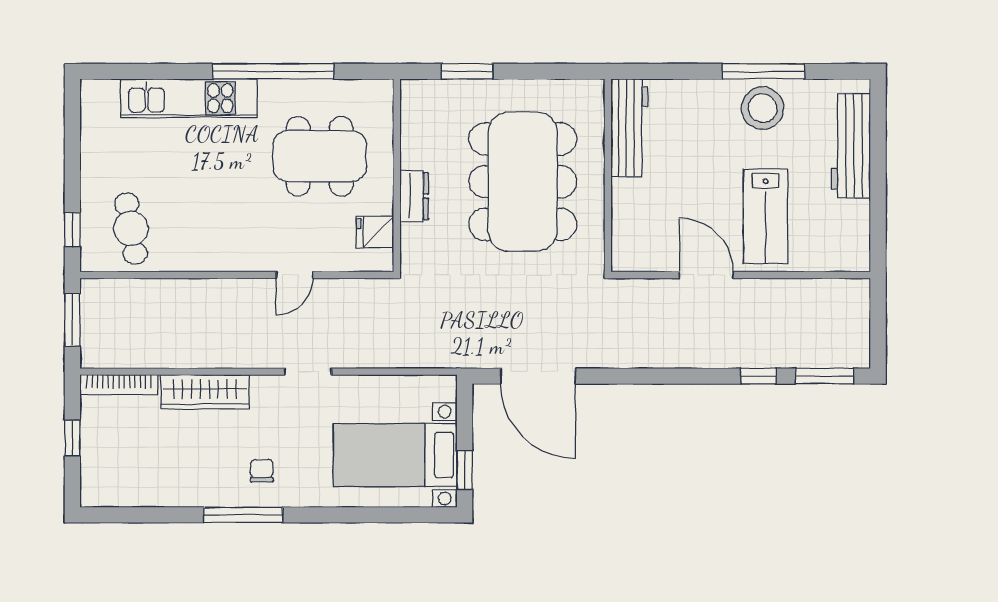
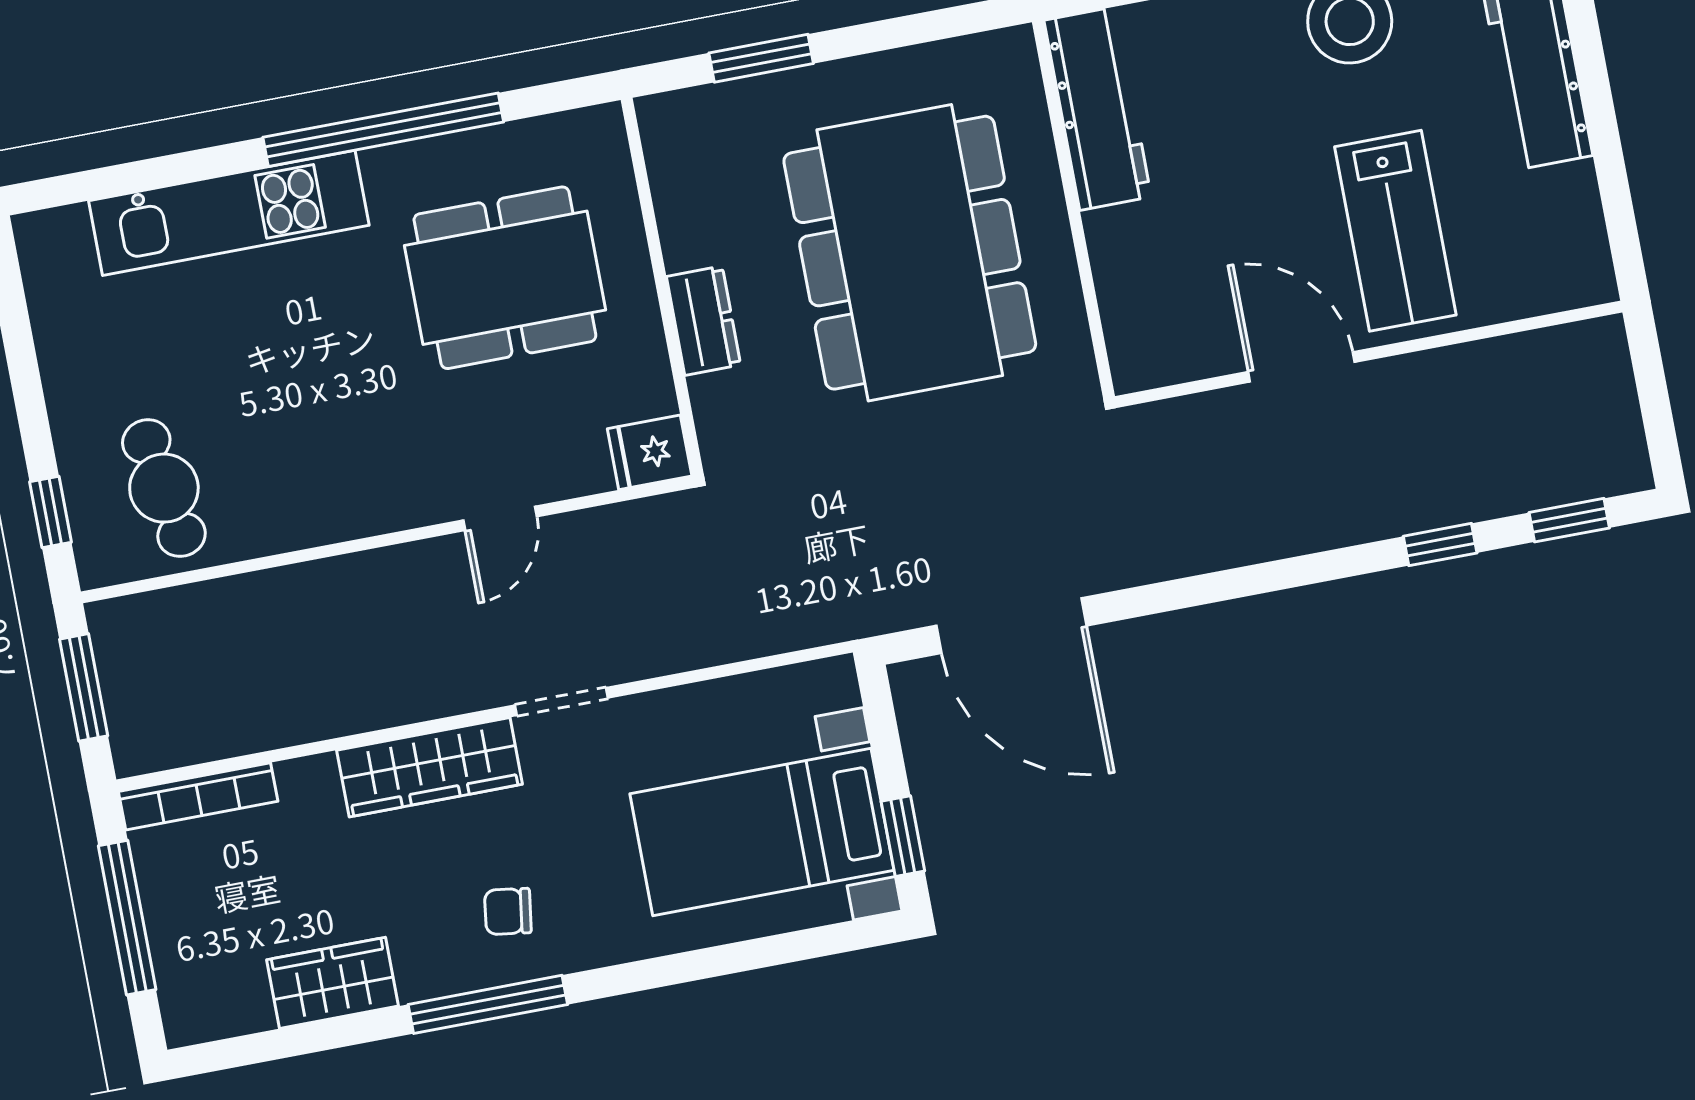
fridge: (375, 232) -> (650, 452), moved
window: (825, 376) -> (1569, 520), width x0.67
wardrobe: (205, 392) -> (430, 767), moved
window: (72, 438) -> (127, 918), width x2.17
chair: (262, 471) -> (508, 911), turned -82
wardrobe: (168, 490) -> (333, 983), added

